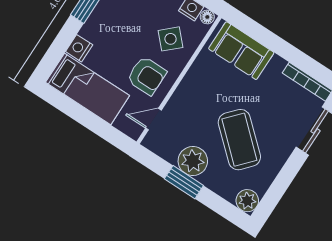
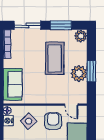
coffee table: (239, 140) -> (55, 58), turned -42
window: (283, 181) -> (61, 25), added

